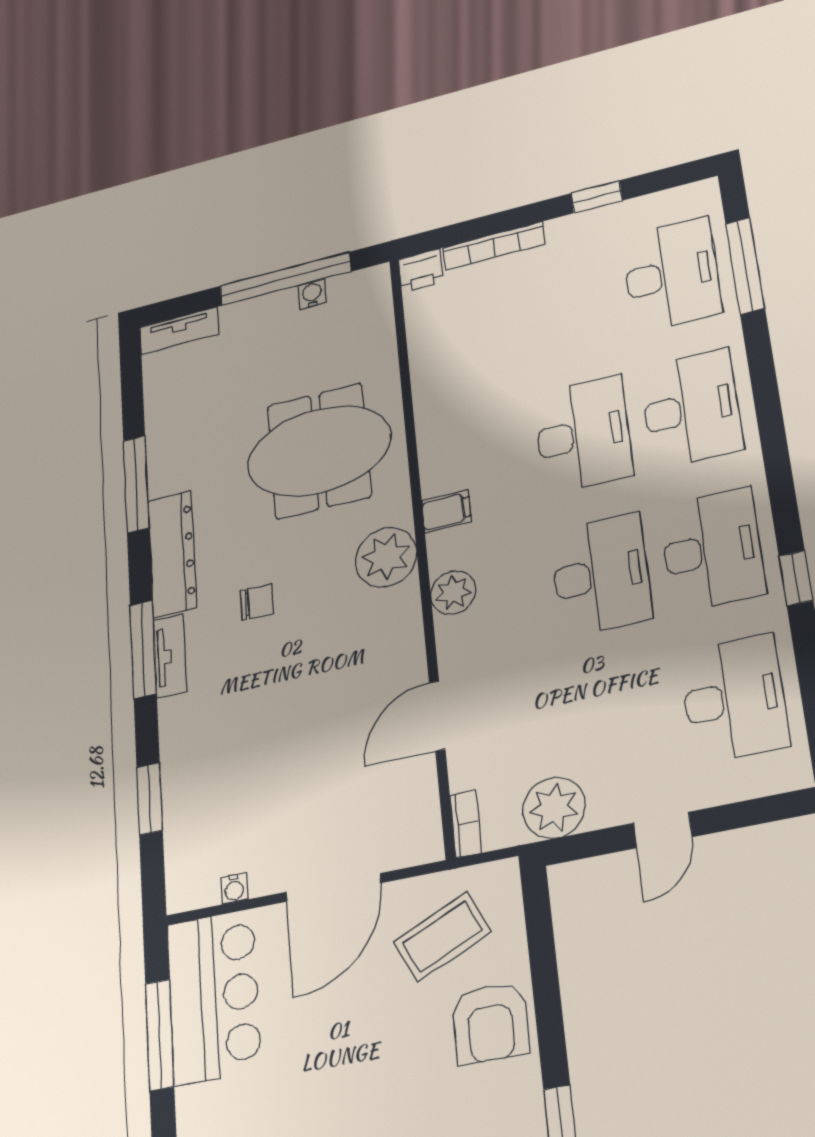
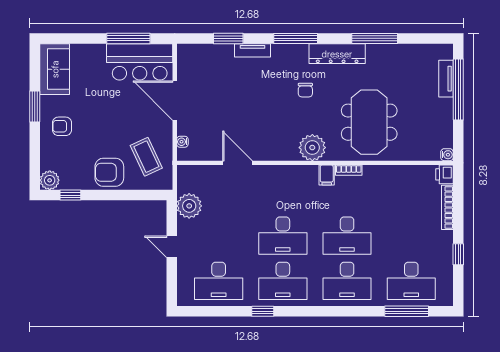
window: (285, 279) -> (458, 89), moved
water cooler: (312, 294) -> (447, 155), moved
tv unit: (179, 330) -> (446, 79), moved
plant: (453, 593) -> (290, 174), removed
tv unit: (170, 656) -> (252, 50), moved
bookcase: (466, 824) -> (349, 170), moved
door: (333, 887) -> (175, 101), moved
water cooler: (234, 889) -> (182, 142), moved

